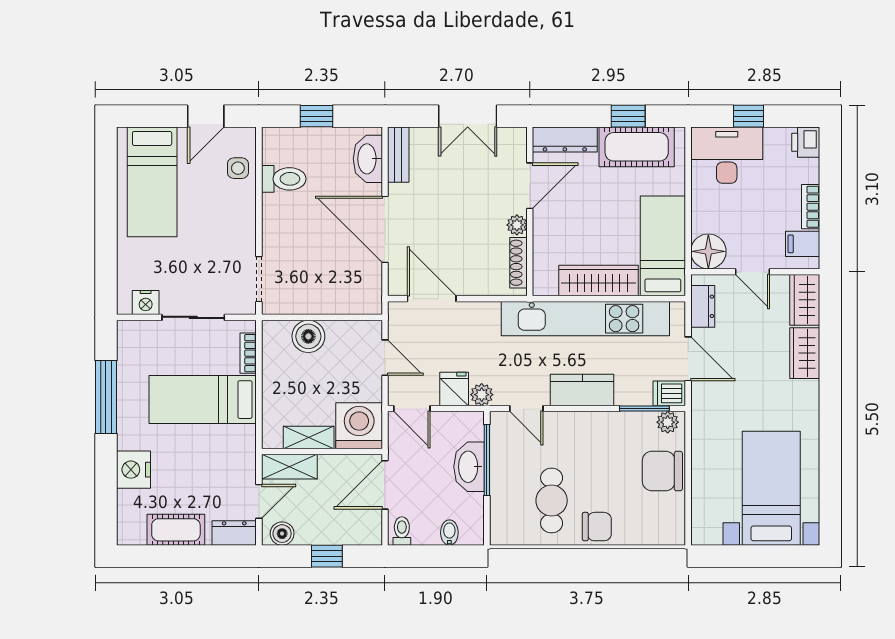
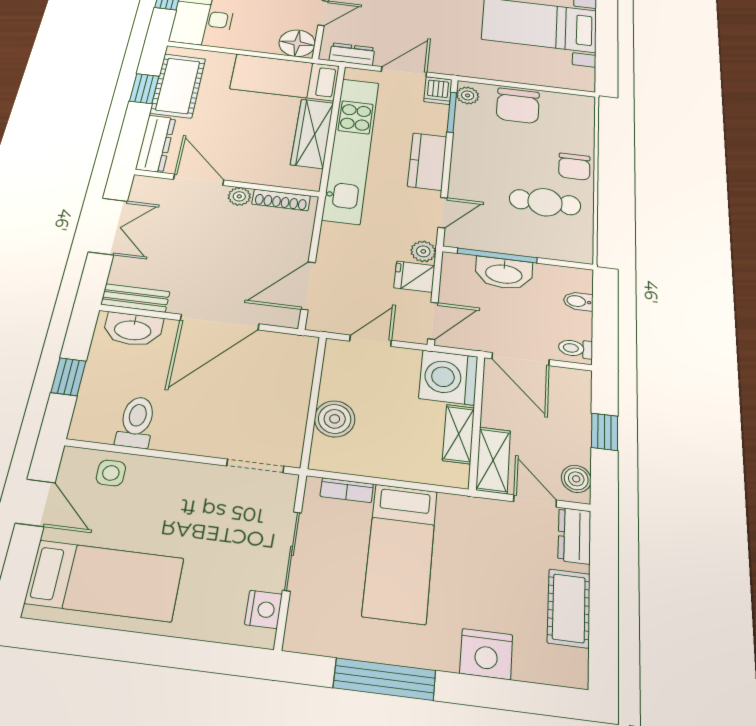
chair: (597, 527) -> (574, 167), turned 180

